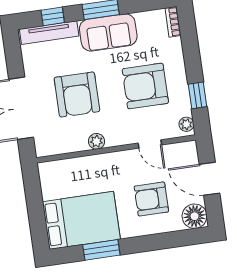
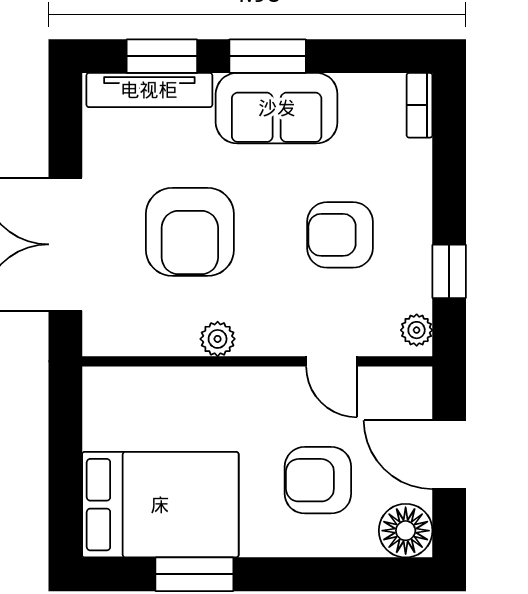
window: (53, 16) -> (162, 56), width x1.50
armchair: (145, 86) -> (340, 235), width x0.73, depth x0.73

